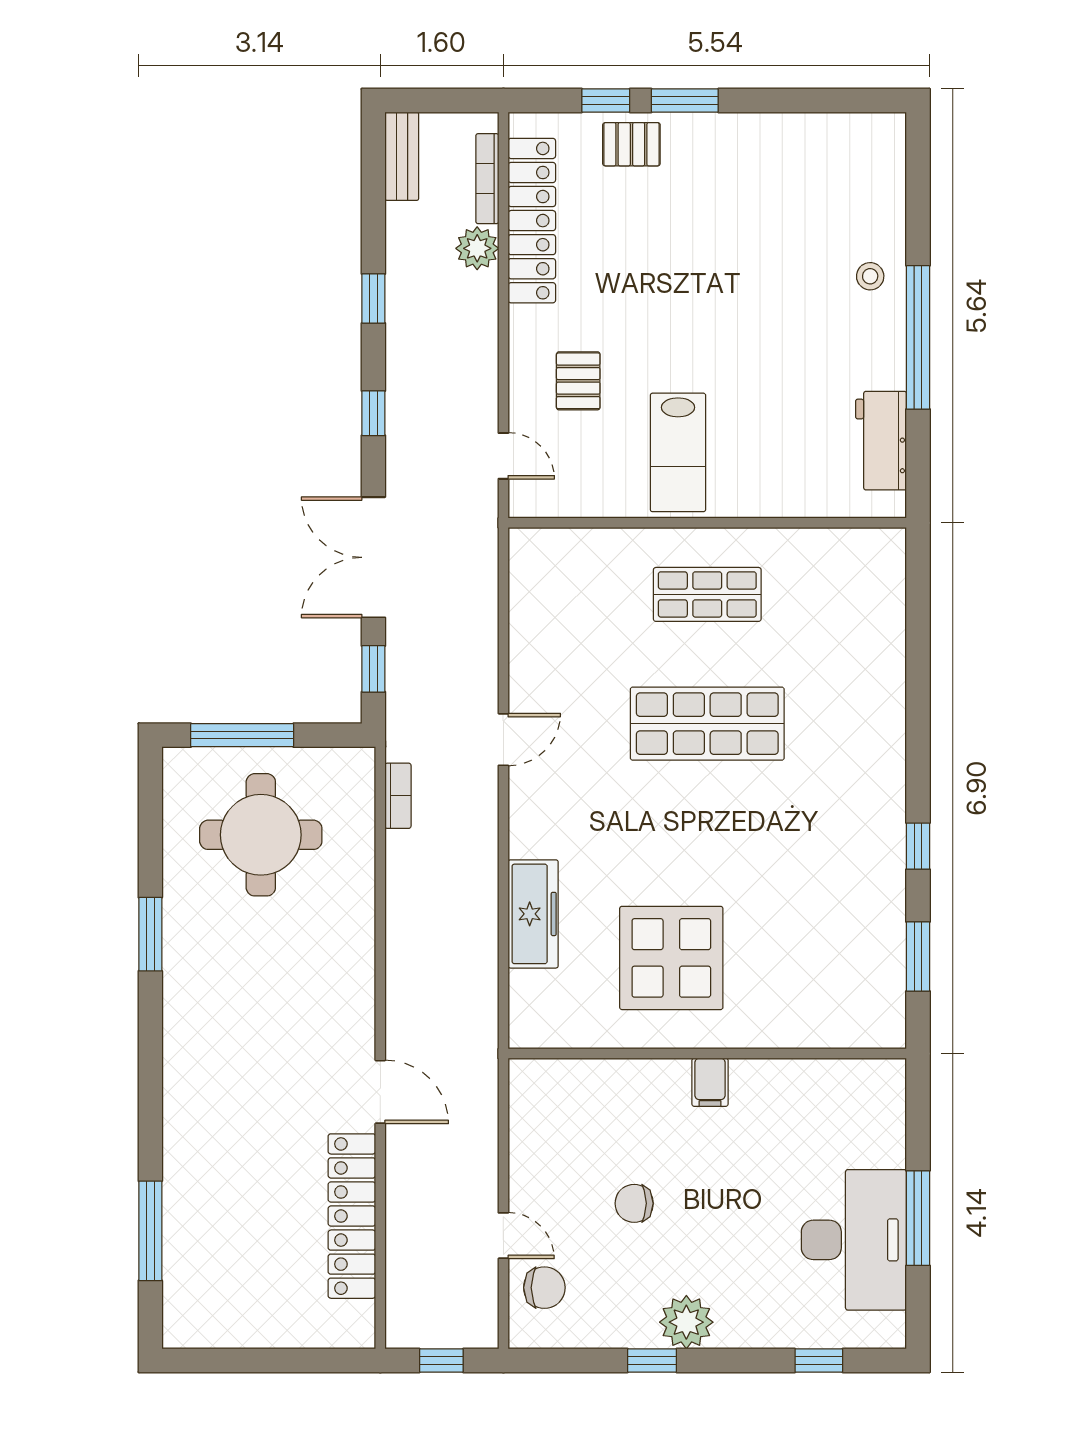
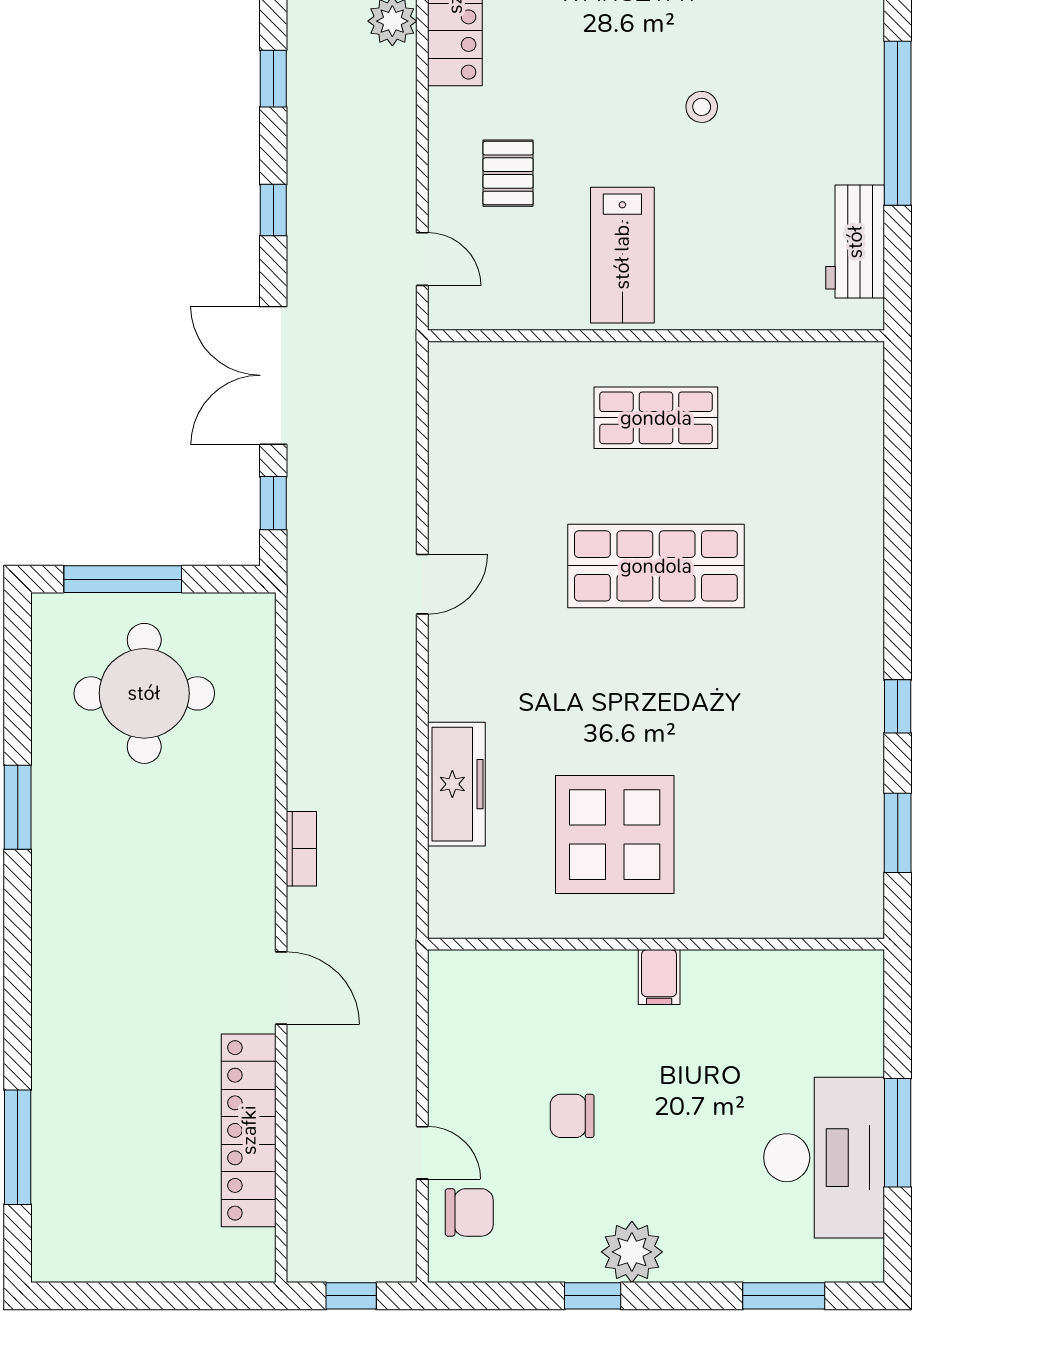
stool: (870, 276) -> (702, 107), moved
bookcase: (398, 796) -> (301, 849), moved
window: (819, 1361) -> (784, 1296), width x1.50

